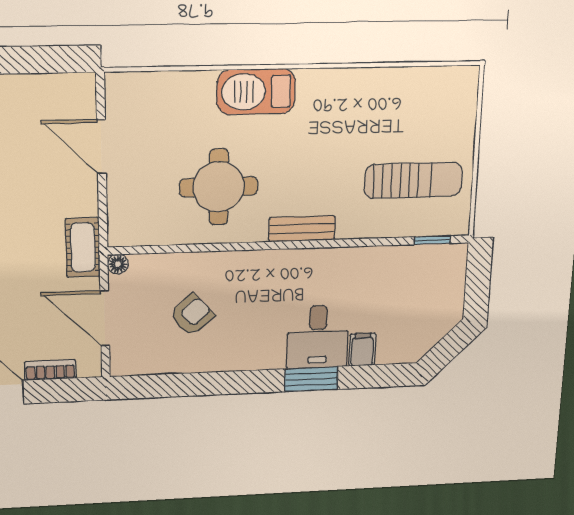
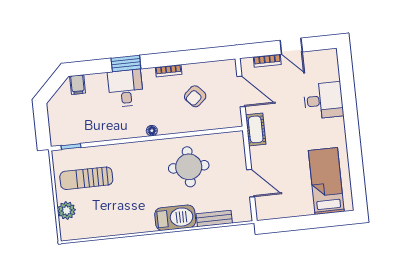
plant: (459, 123) -> (67, 211), added
bench: (302, 229) -> (214, 219), moved
floor lamp: (118, 264) -> (152, 131), moved
filing cabinet: (362, 350) -> (78, 85), moved
bookcase: (236, 362) -> (169, 71), added

